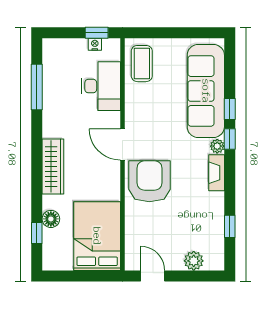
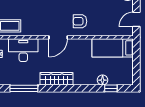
wardrobe: (53, 166) -> (57, 79), moved
armchair: (149, 181) -> (80, 21), width x0.53, depth x0.53
bed: (97, 236) -> (113, 48), width x0.67

